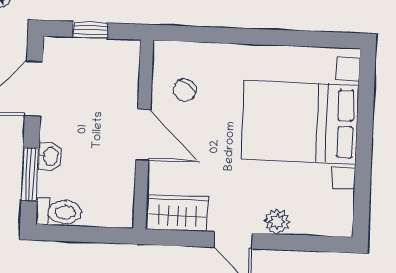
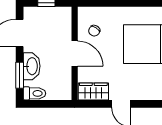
washbasin: (50, 157) -> (32, 66), width x1.91, depth x1.45
plant: (277, 222) -> (143, 94), removed

